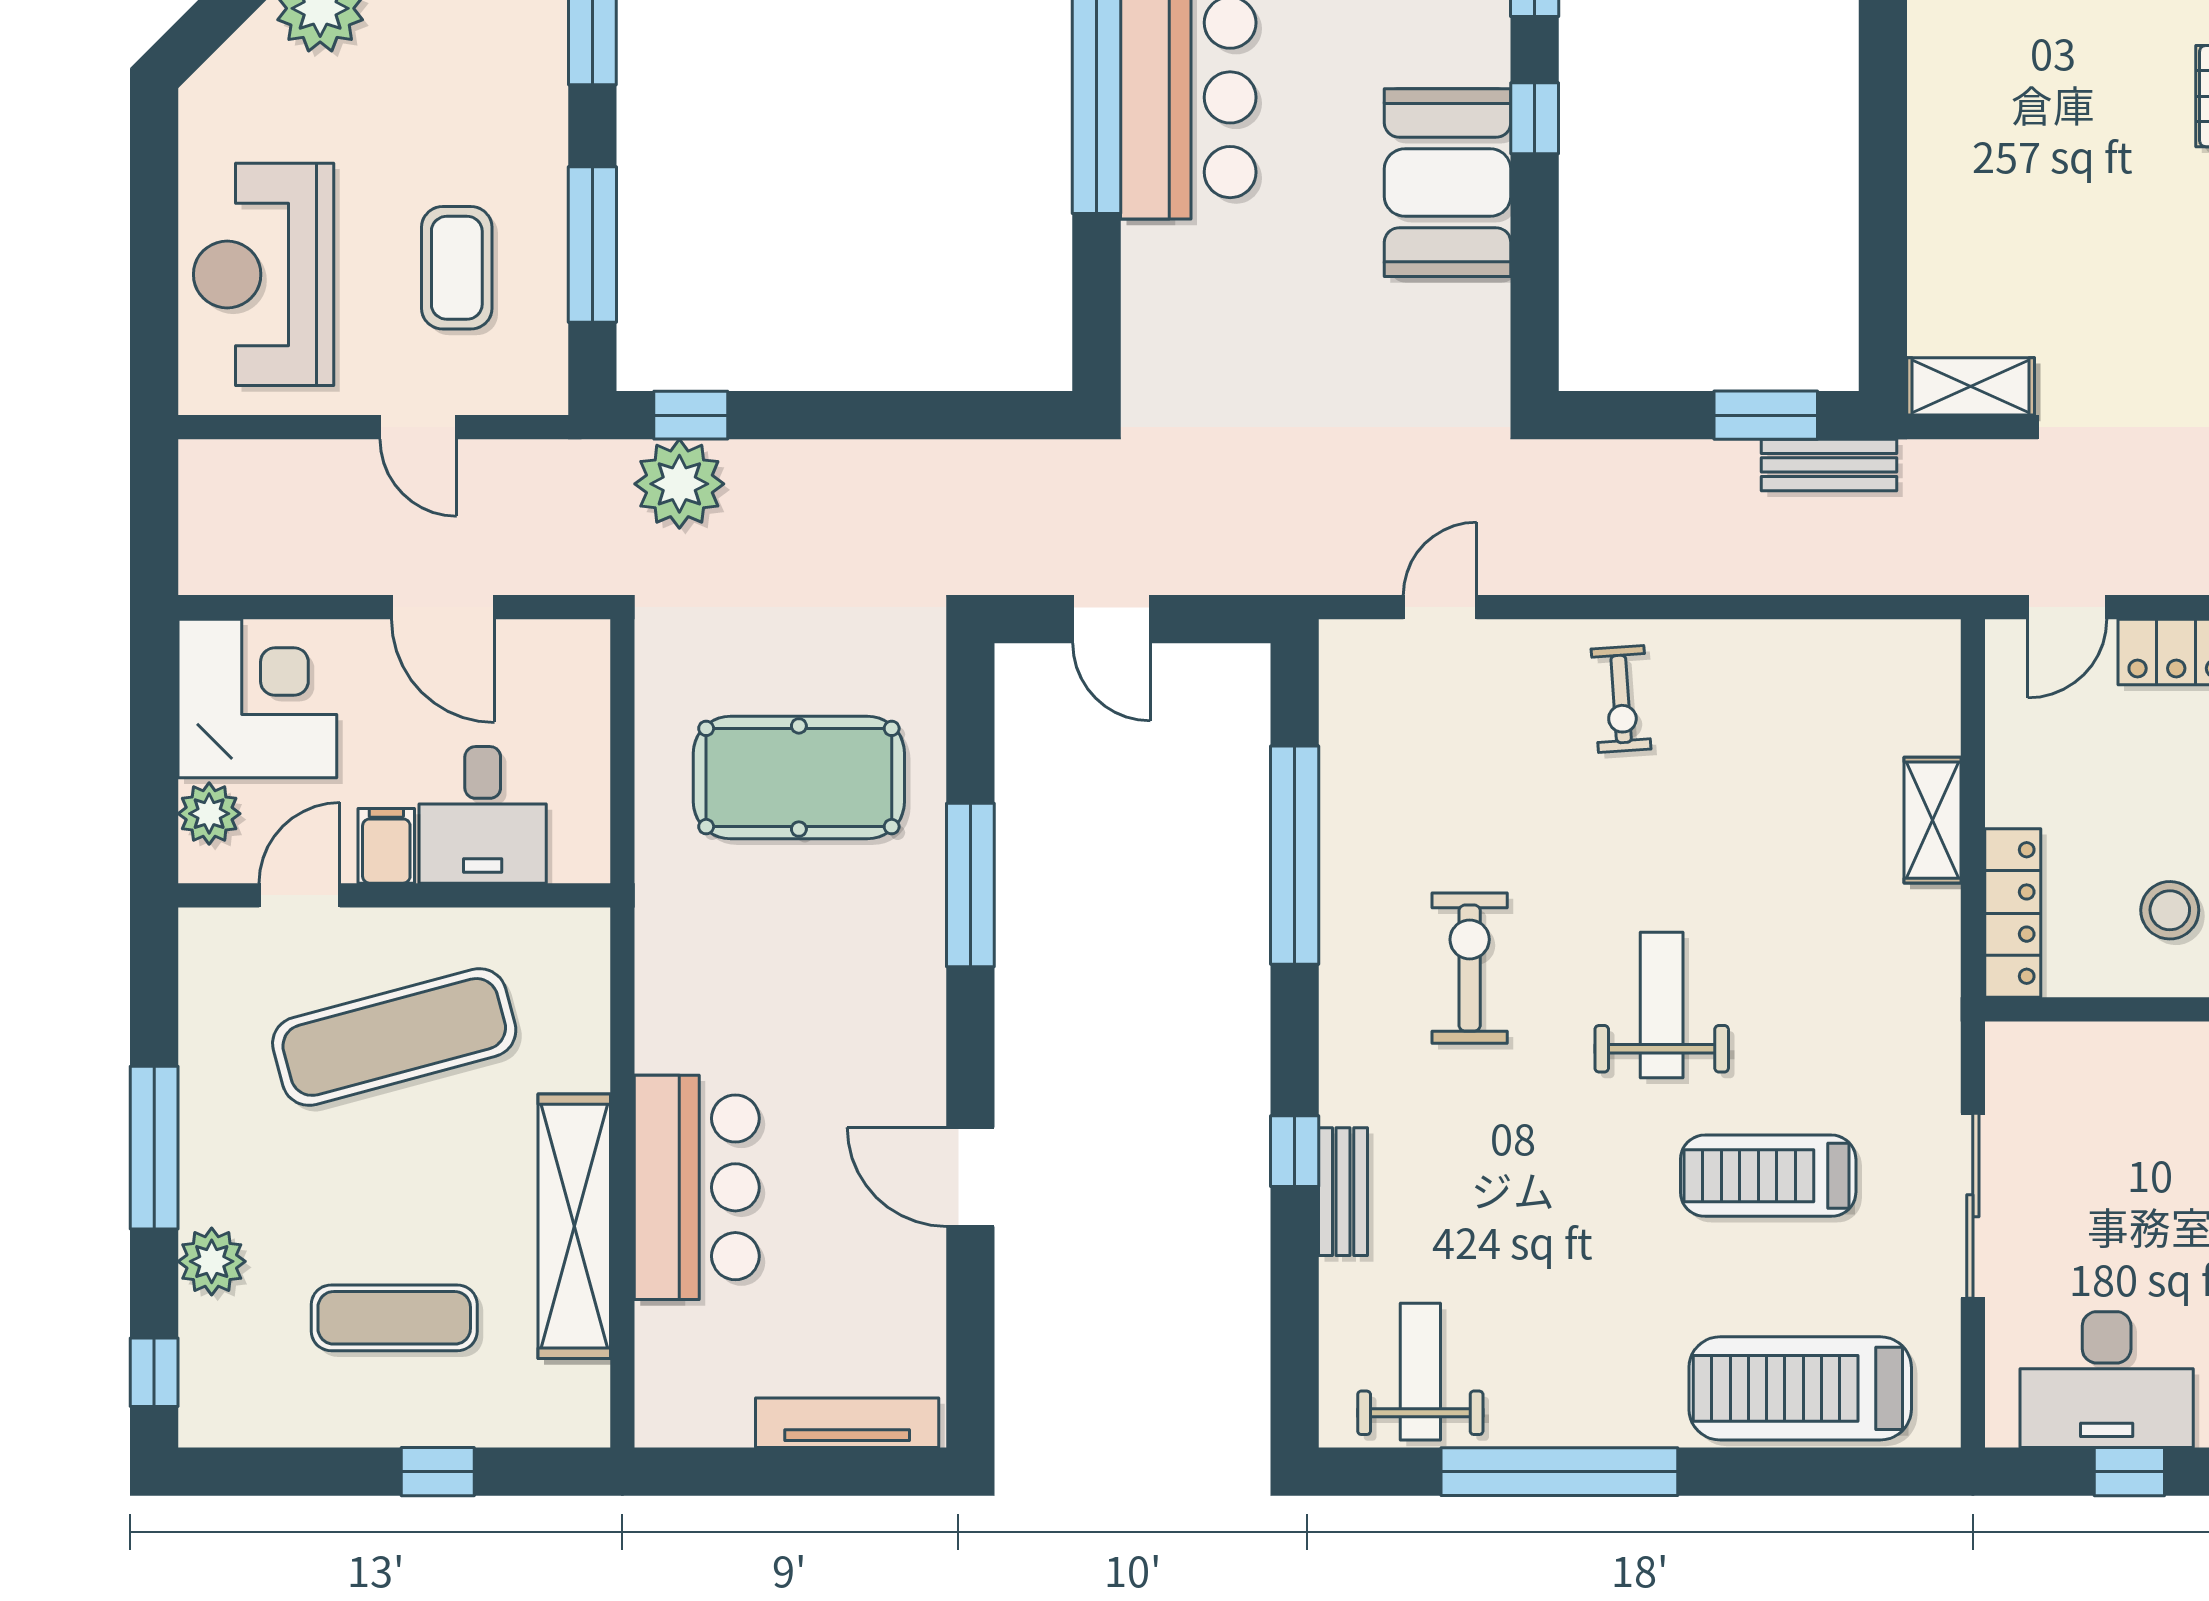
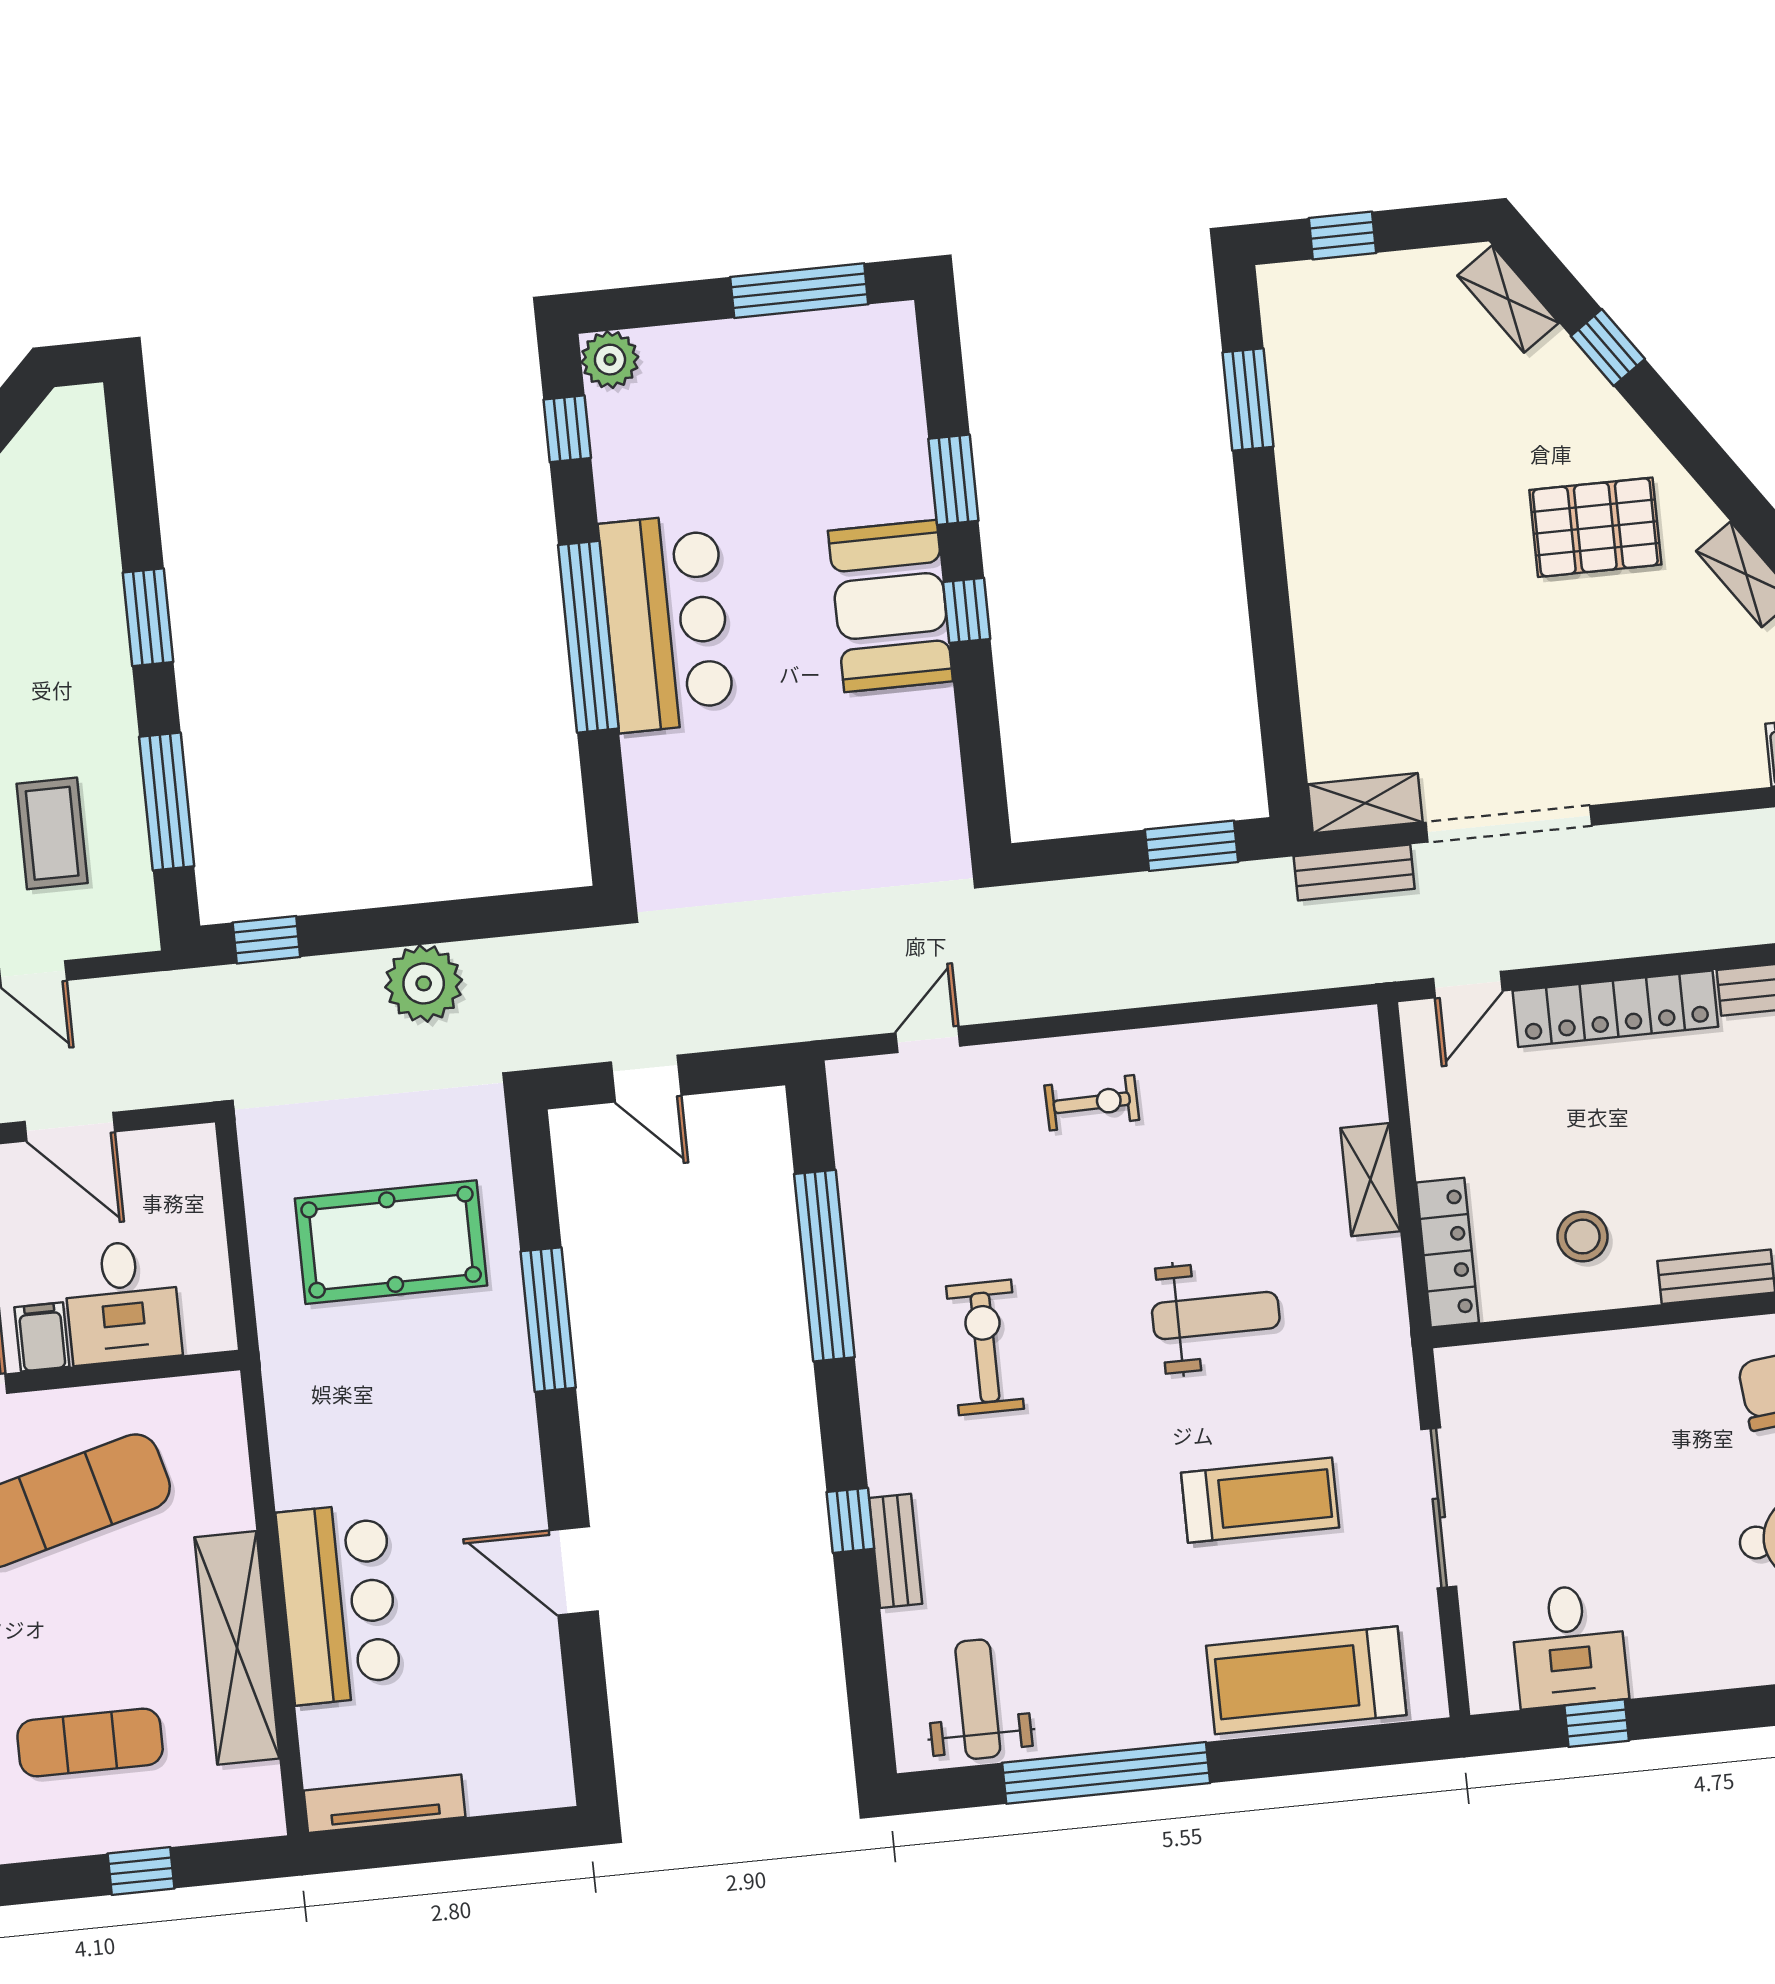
booth: (1448, 183) -> (890, 606), moved
bench: (1829, 465) -> (1354, 873), moved
plant: (679, 484) -> (424, 983), moved
exercise bike: (1621, 699) -> (1092, 1103), turned -87
weight bench: (1662, 1005) -> (1216, 1316), moved, turned 90
treadmill: (1768, 1176) -> (1260, 1500), turned 180
desk: (2107, 1380) -> (1569, 1646), width x0.73
tv unit: (847, 1423) -> (385, 1804), moved

